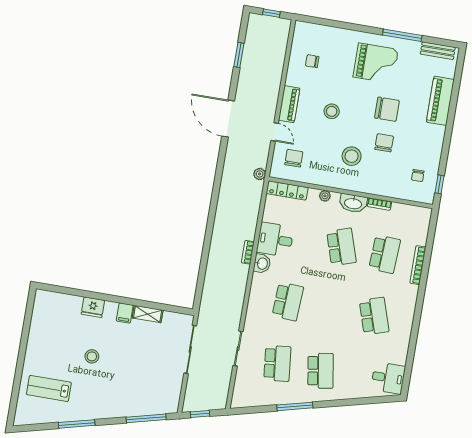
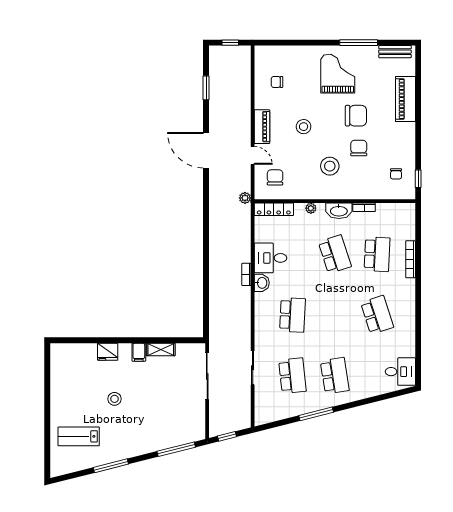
grand piano: (376, 63) -> (338, 74), turned -90

